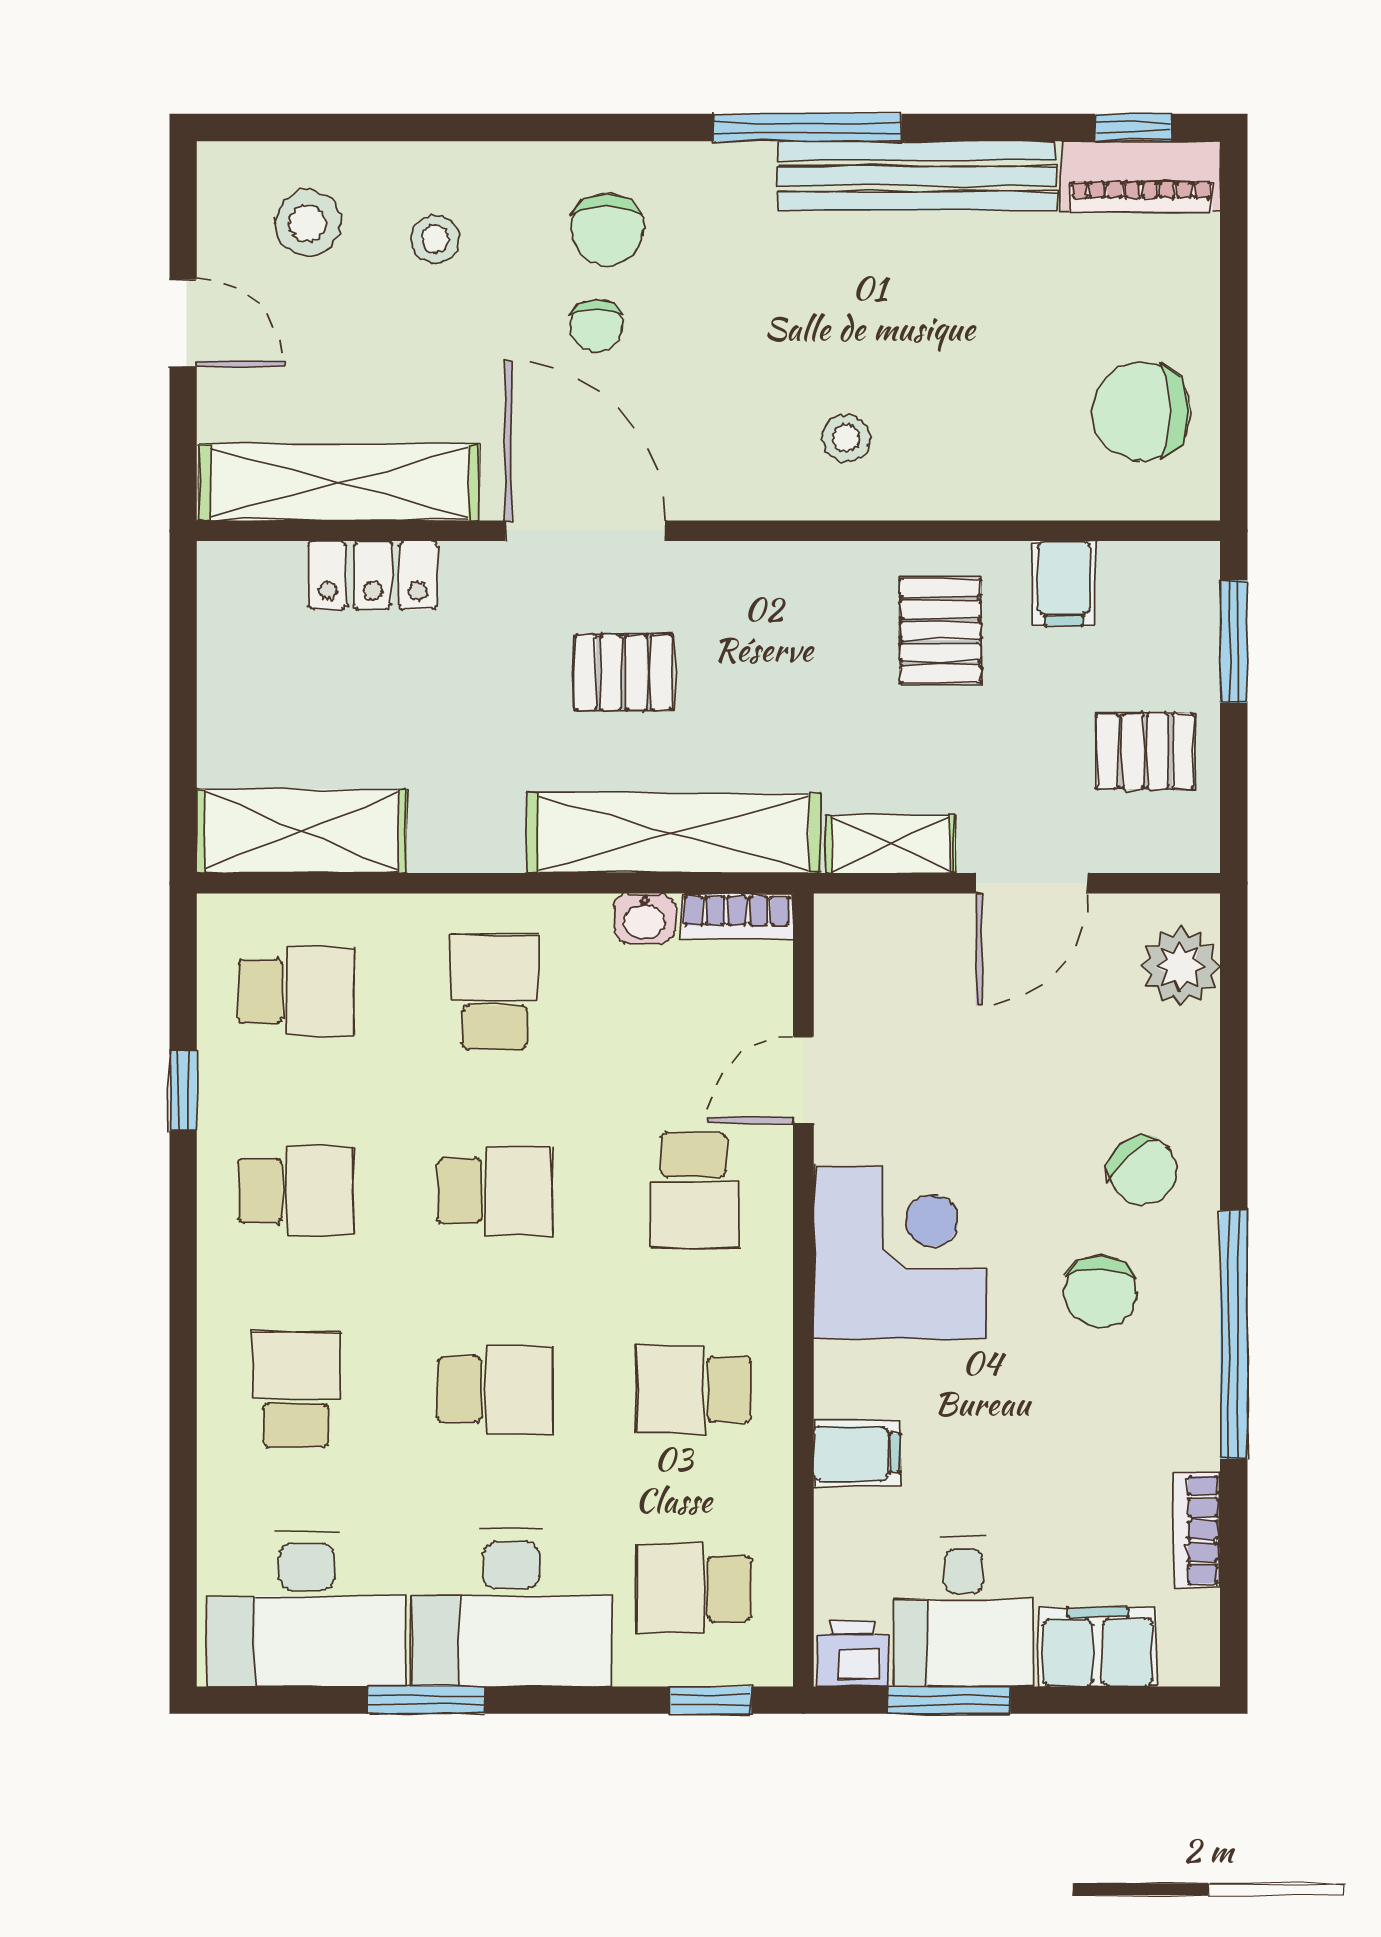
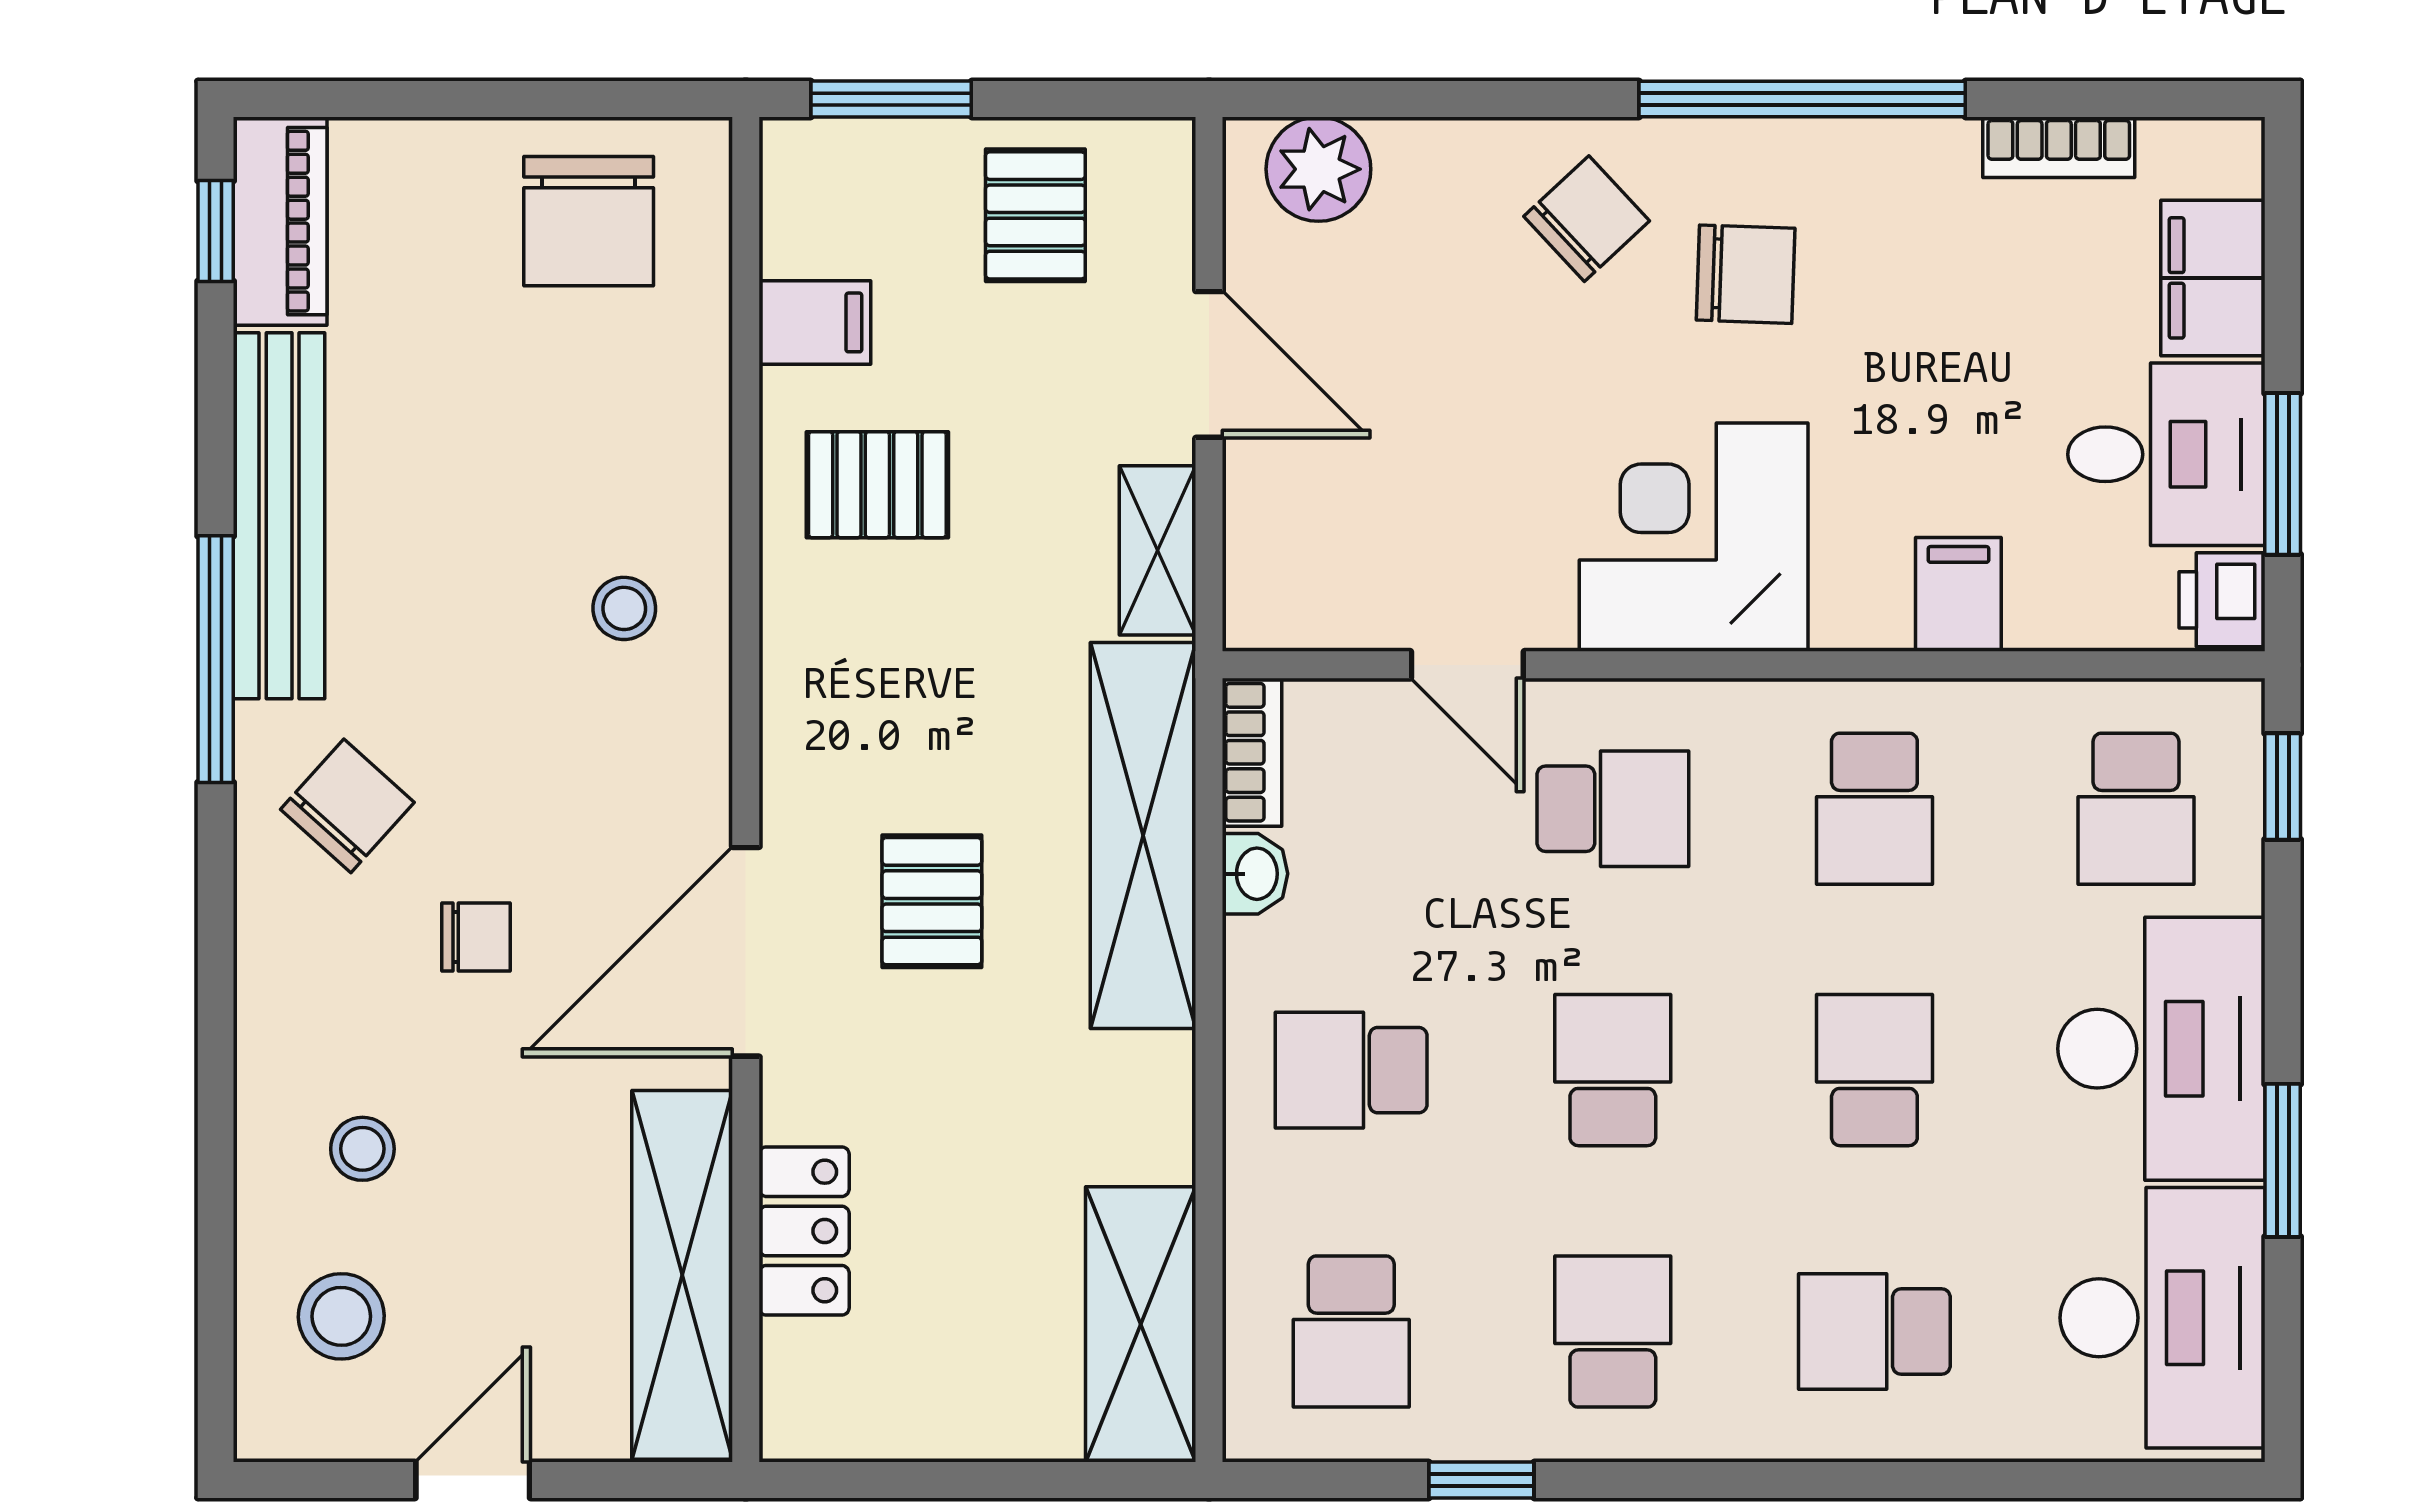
chair: (607, 229) -> (347, 806), moved, turned -48
school desk: (296, 991) -> (1351, 1332), turned 180

